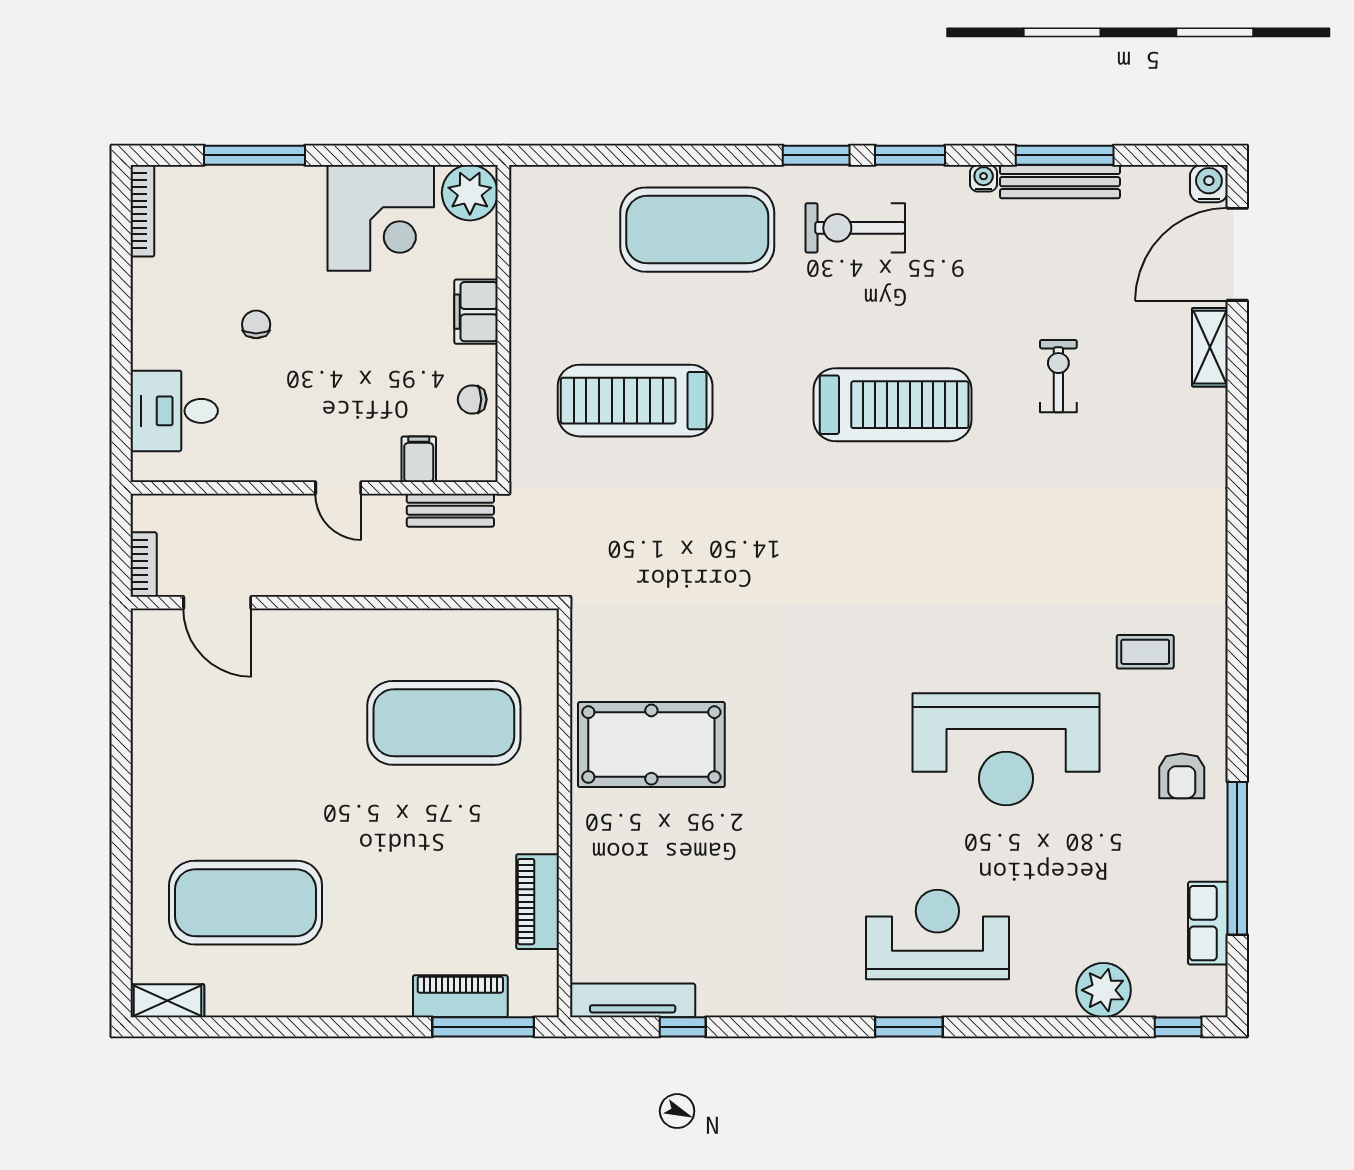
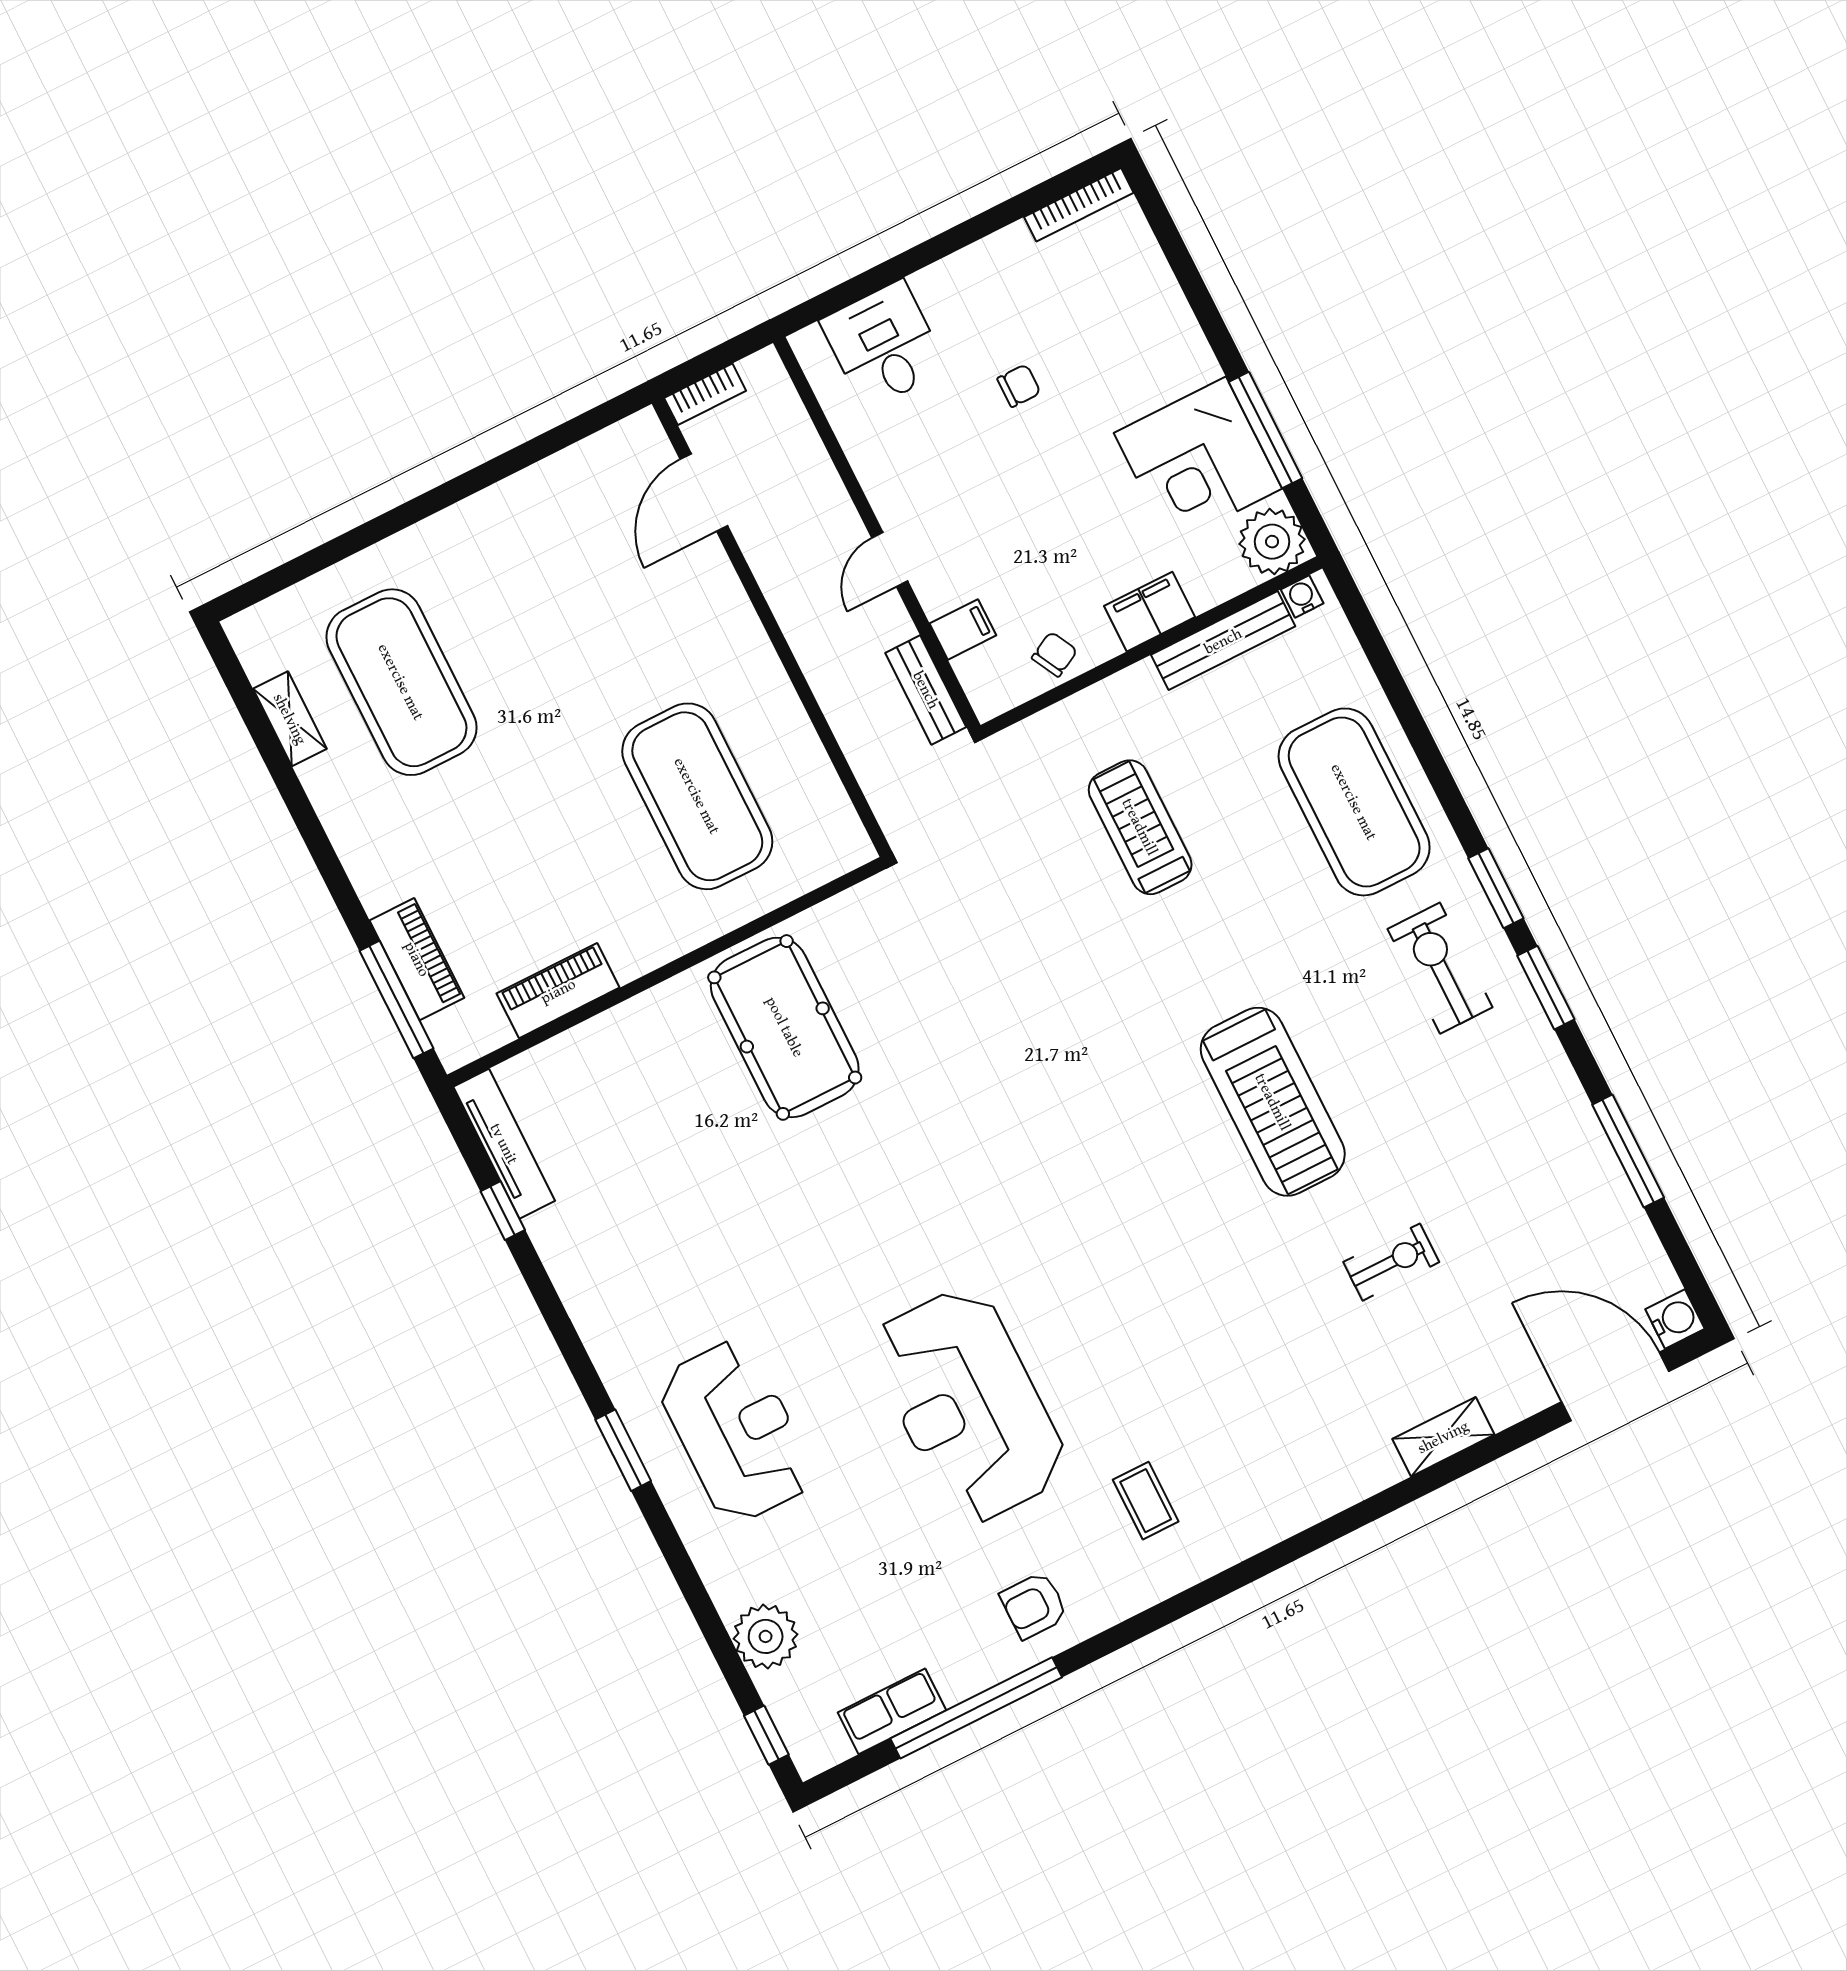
window: (255, 155) -> (1266, 430), moved
water cooler: (984, 178) -> (1302, 596), moved, turned -90
bench: (1060, 182) -> (1223, 641), moved, turned 90
shelving: (1210, 347) -> (1443, 1437), moved
chair: (472, 399) -> (1055, 654), turned 62
treadmill: (635, 401) -> (1140, 827), width x0.73, depth x0.73
shelving: (167, 1001) -> (290, 719), moved

